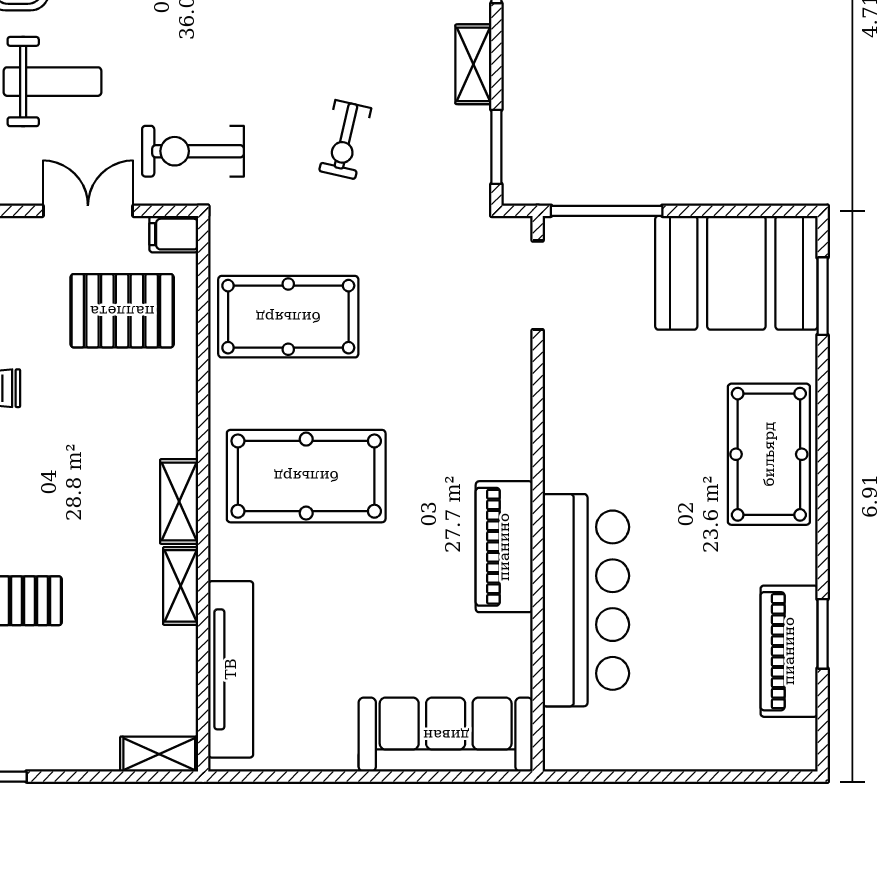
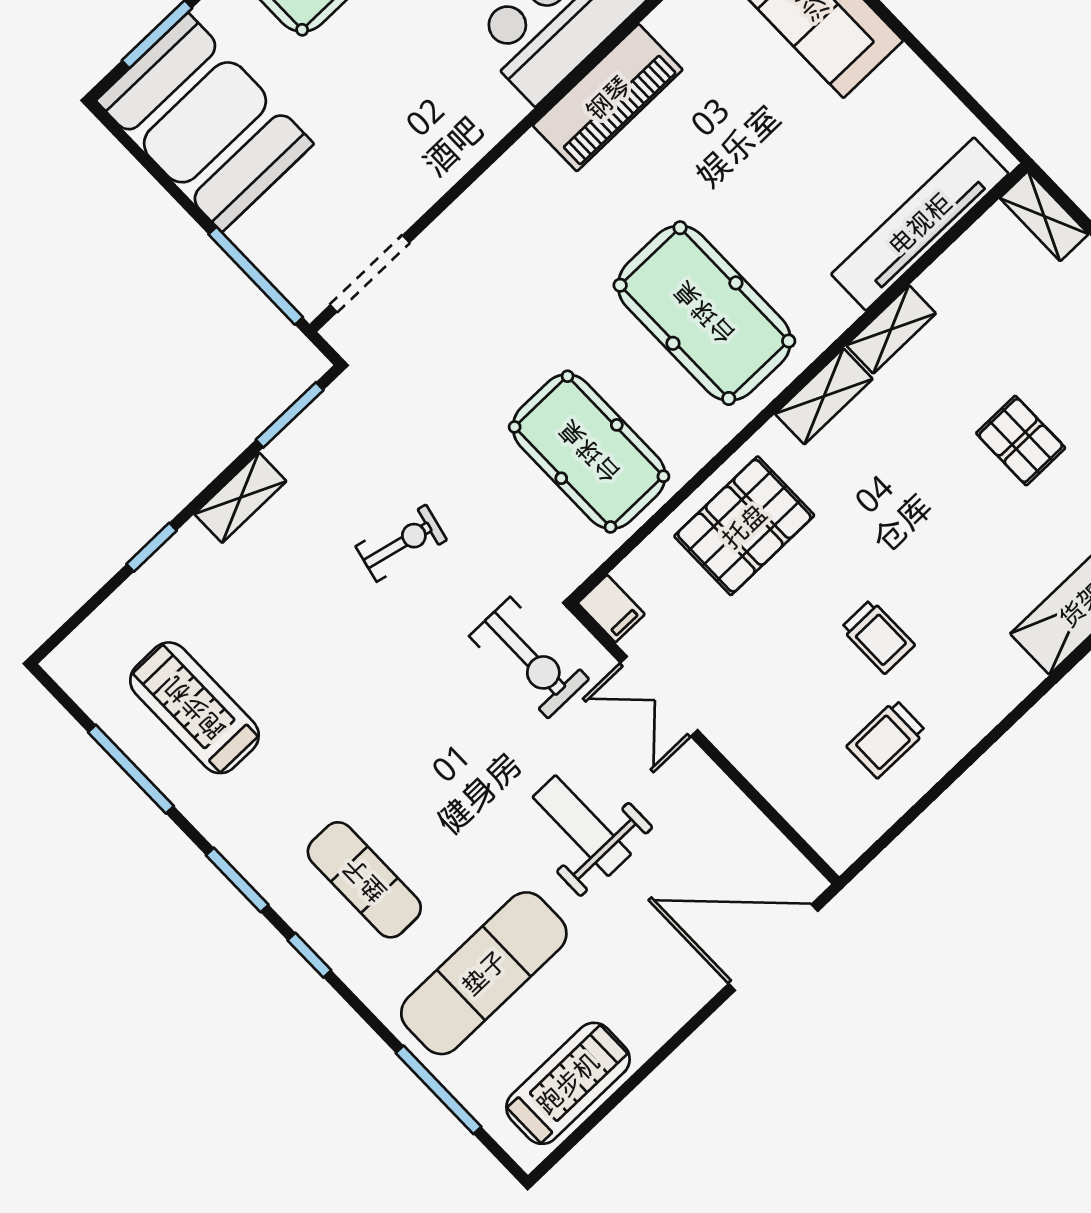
pallet: (122, 311) -> (744, 526), moved, turned 90

